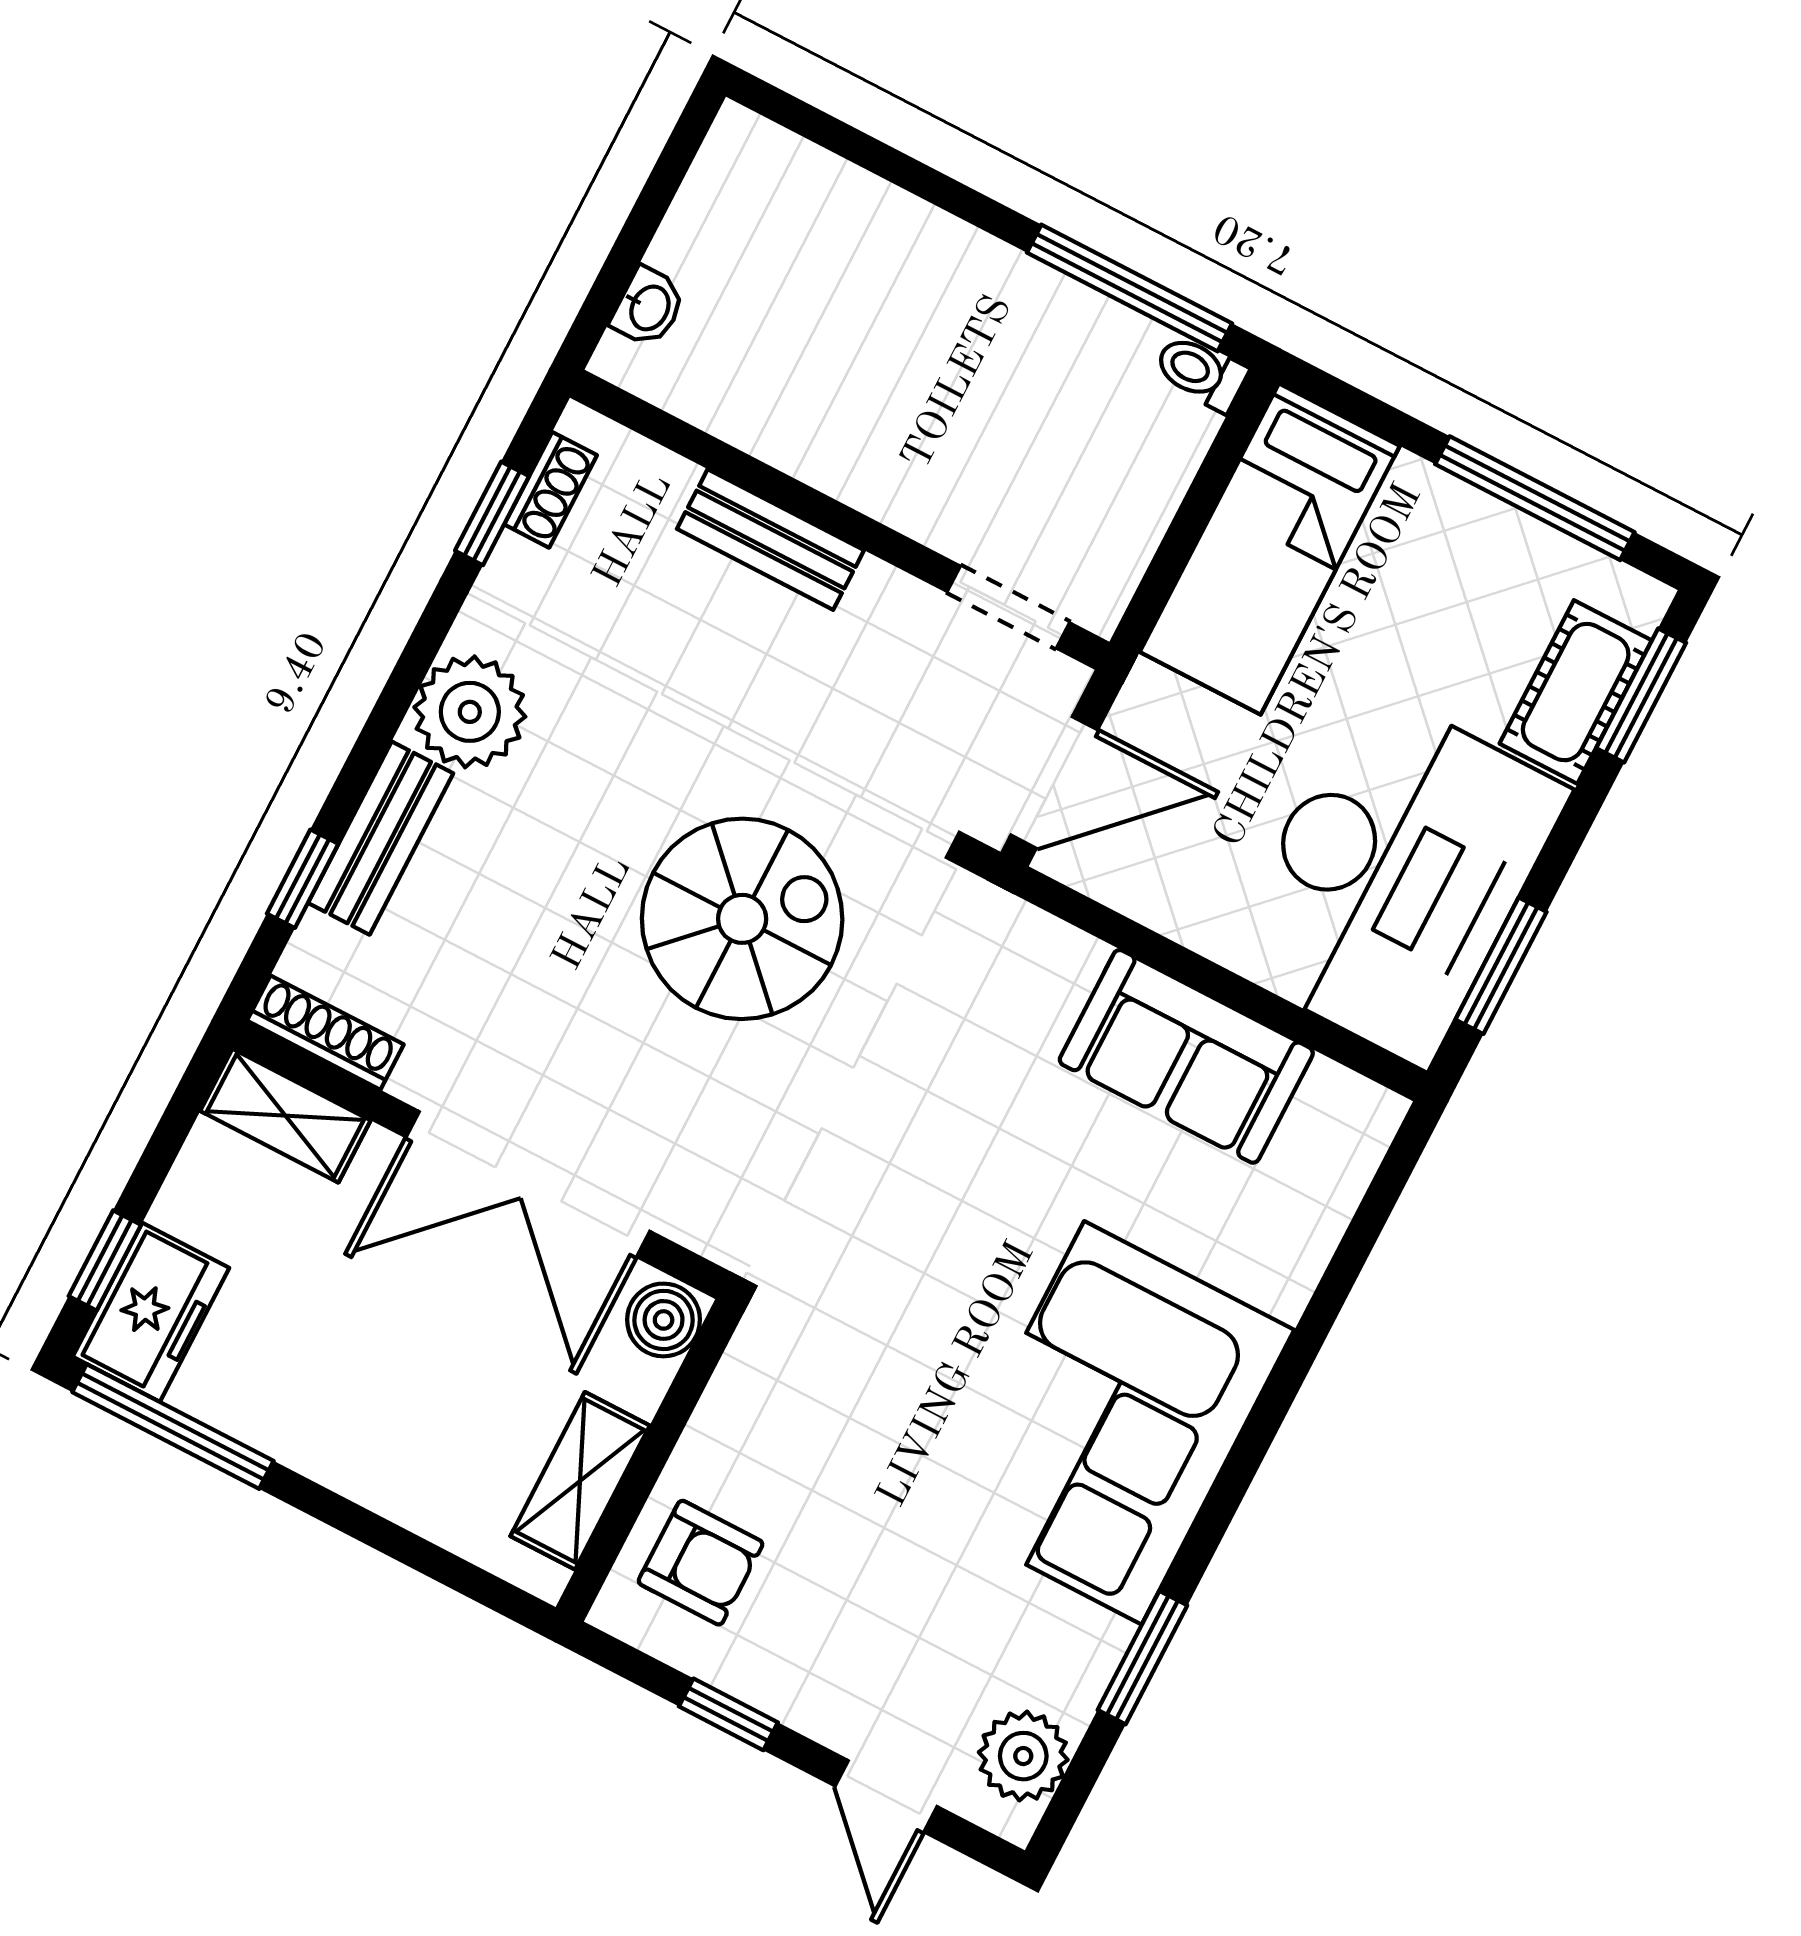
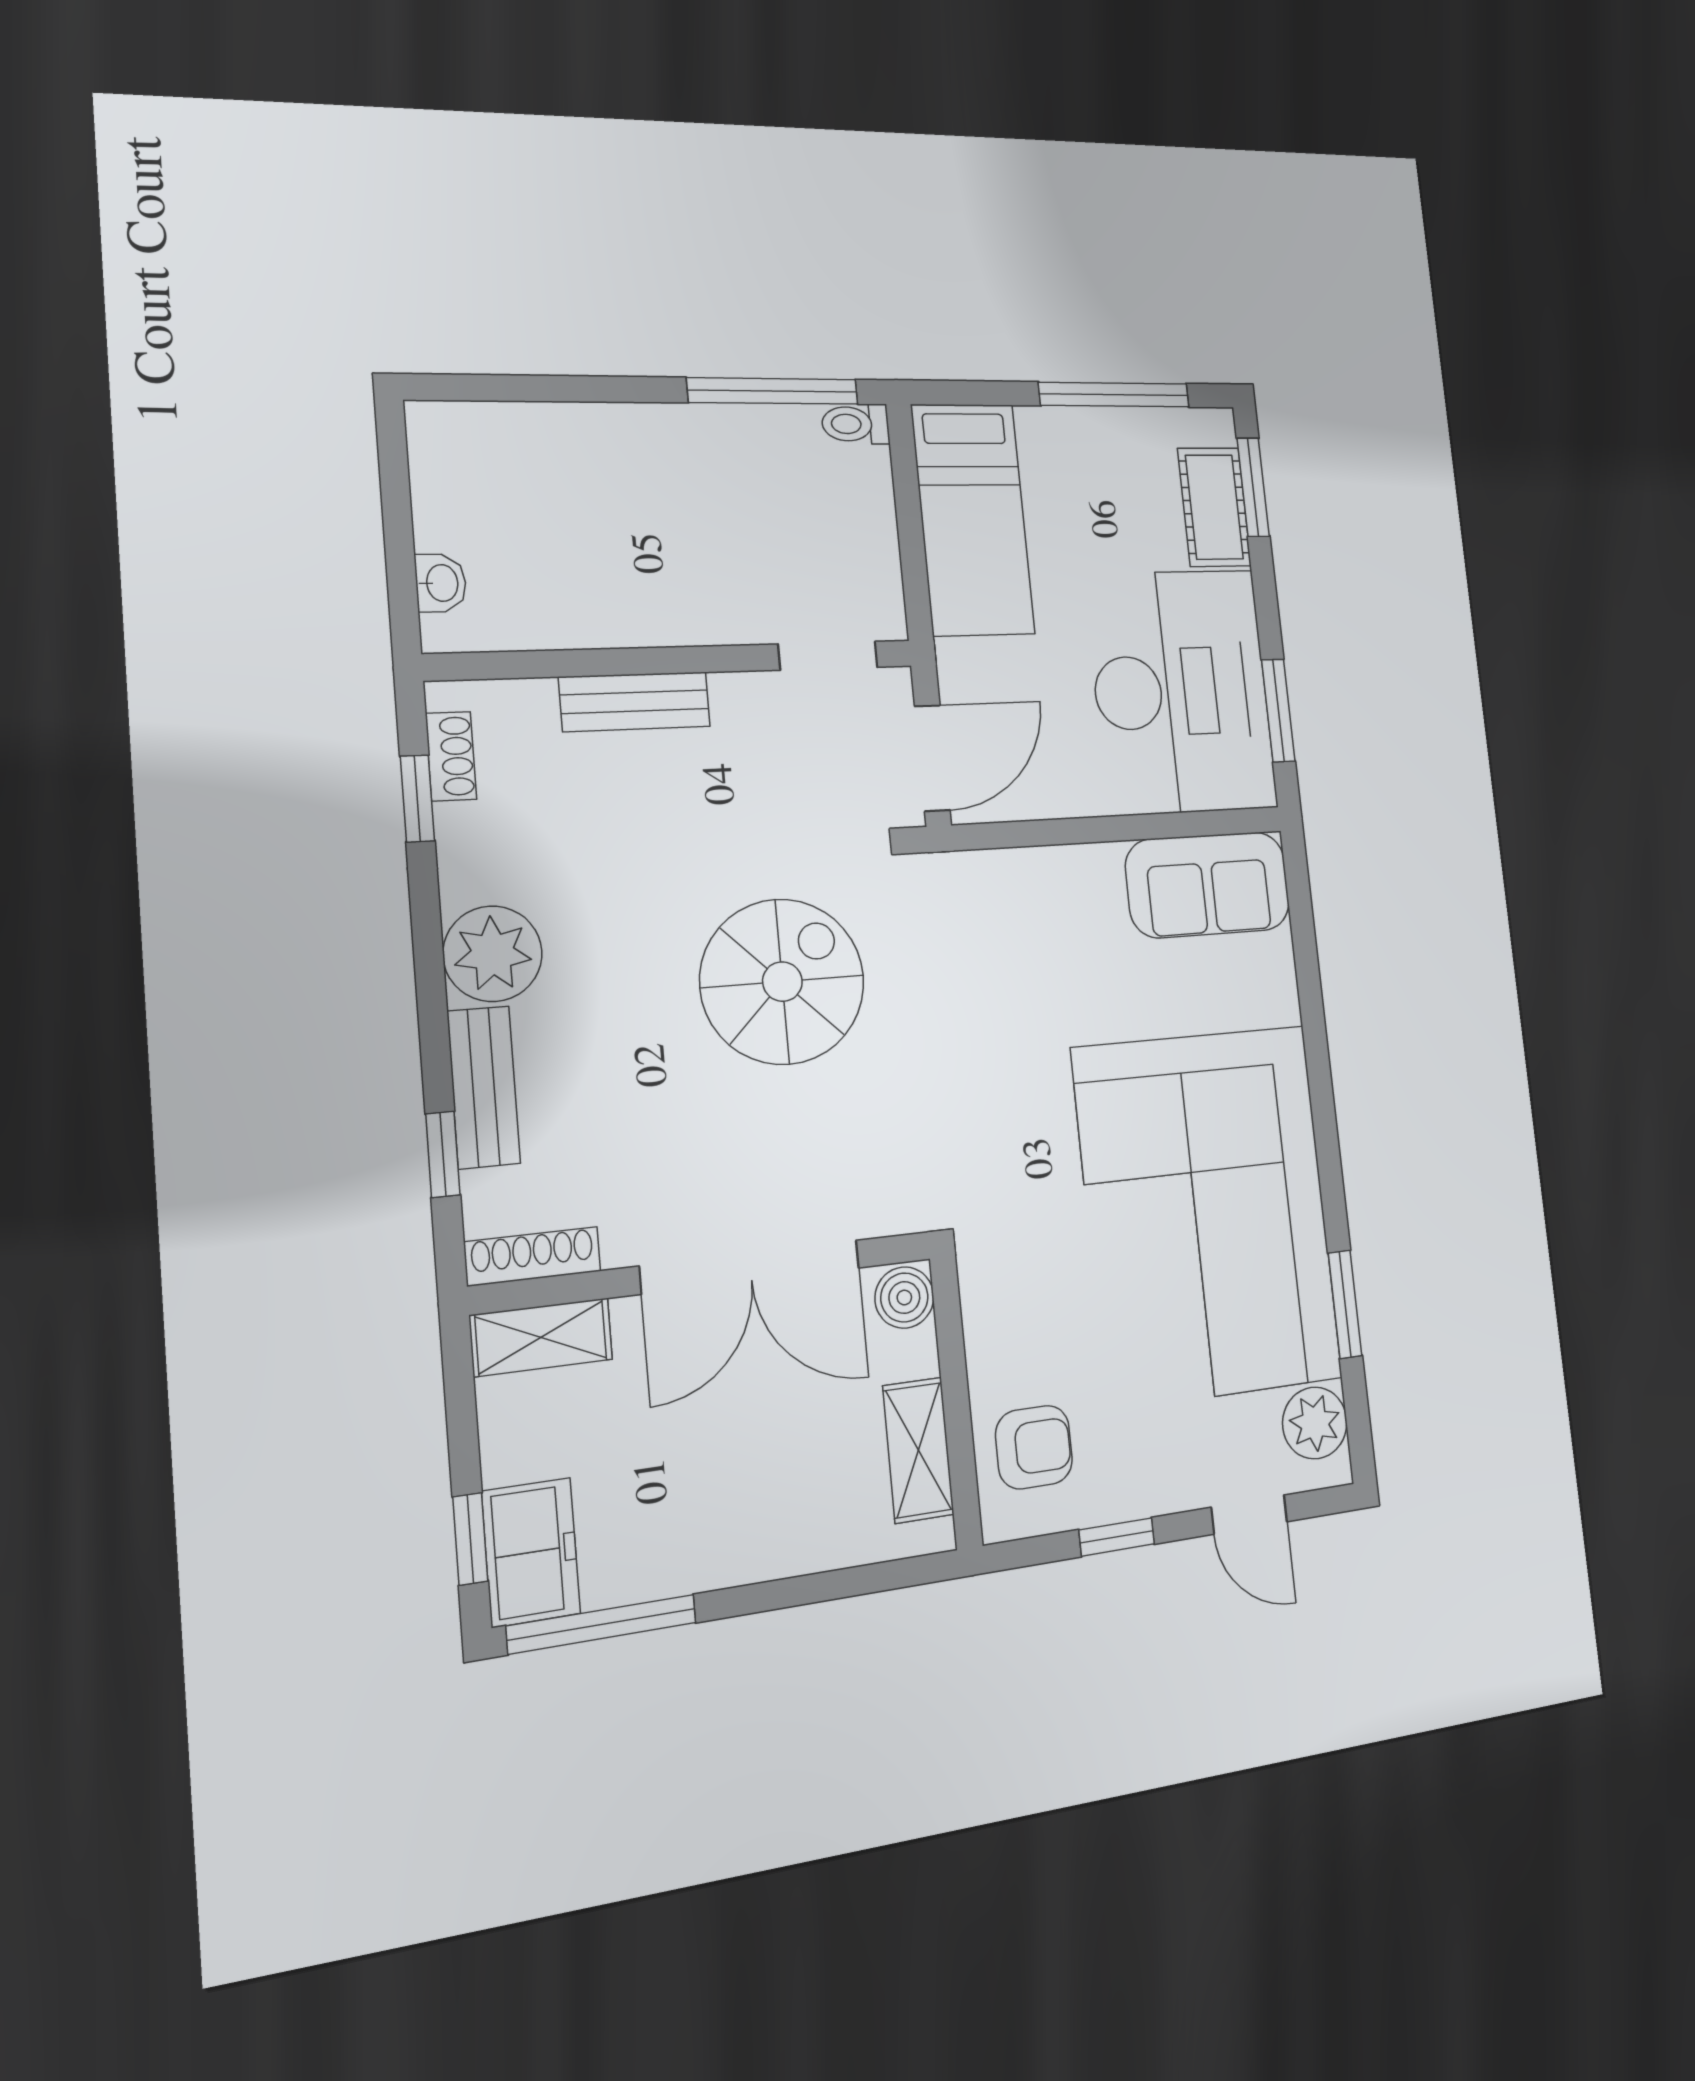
sofa: (1186, 1056) -> (1208, 885), moved
corner sofa: (1113, 1423) -> (1207, 1214), width x1.36, depth x1.36

